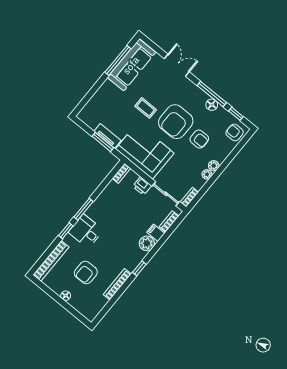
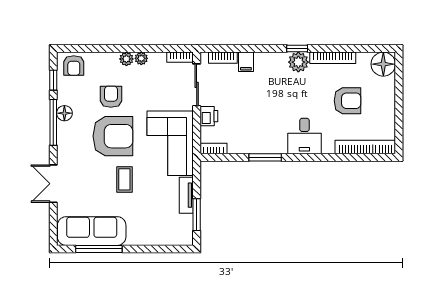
window: (103, 142) -> (197, 215), moved
window: (84, 209) -> (265, 157), moved
window: (66, 231) -> (321, 157), removed
plant: (147, 243) -> (298, 62), moved
floor lamp: (66, 296) -> (383, 64), moved, width x1.89, depth x1.89

